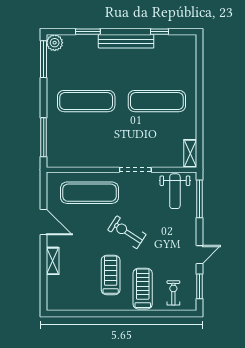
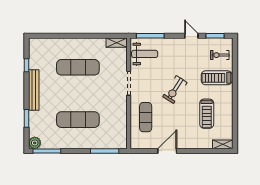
exercise mat: (86, 101) -> (78, 120), turned 90
exercise mat: (157, 101) -> (78, 67), turned 90
exercise mat: (89, 193) -> (146, 117), width x0.73, depth x0.69
shelving: (53, 261) -> (223, 144), moved
treadmill: (111, 275) -> (207, 114), moved, turned -90

